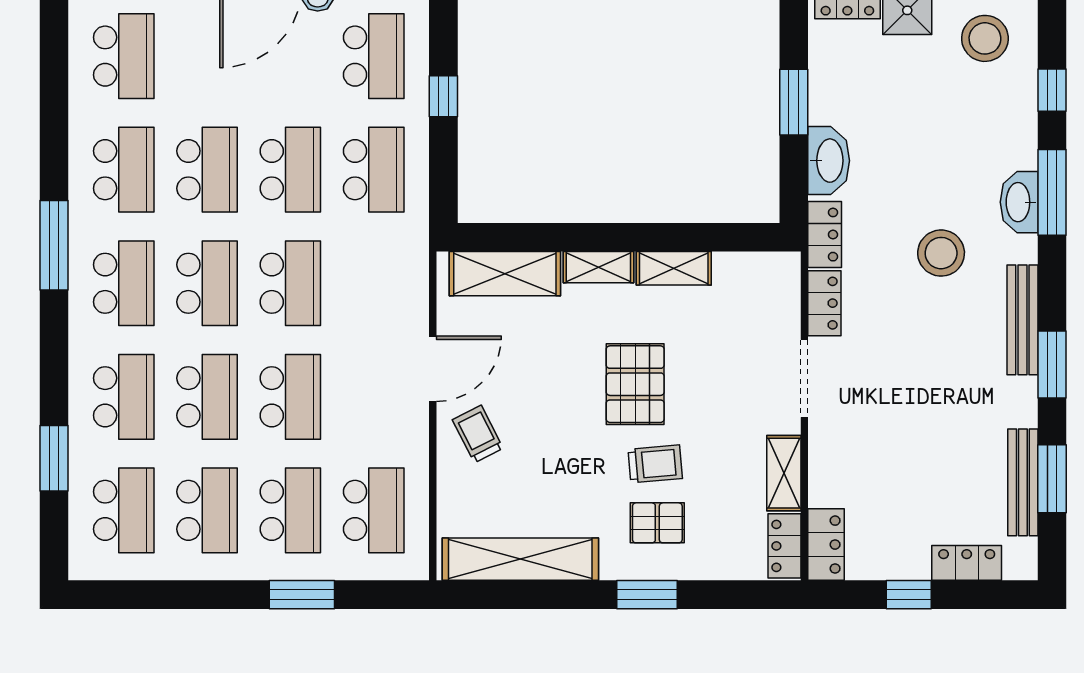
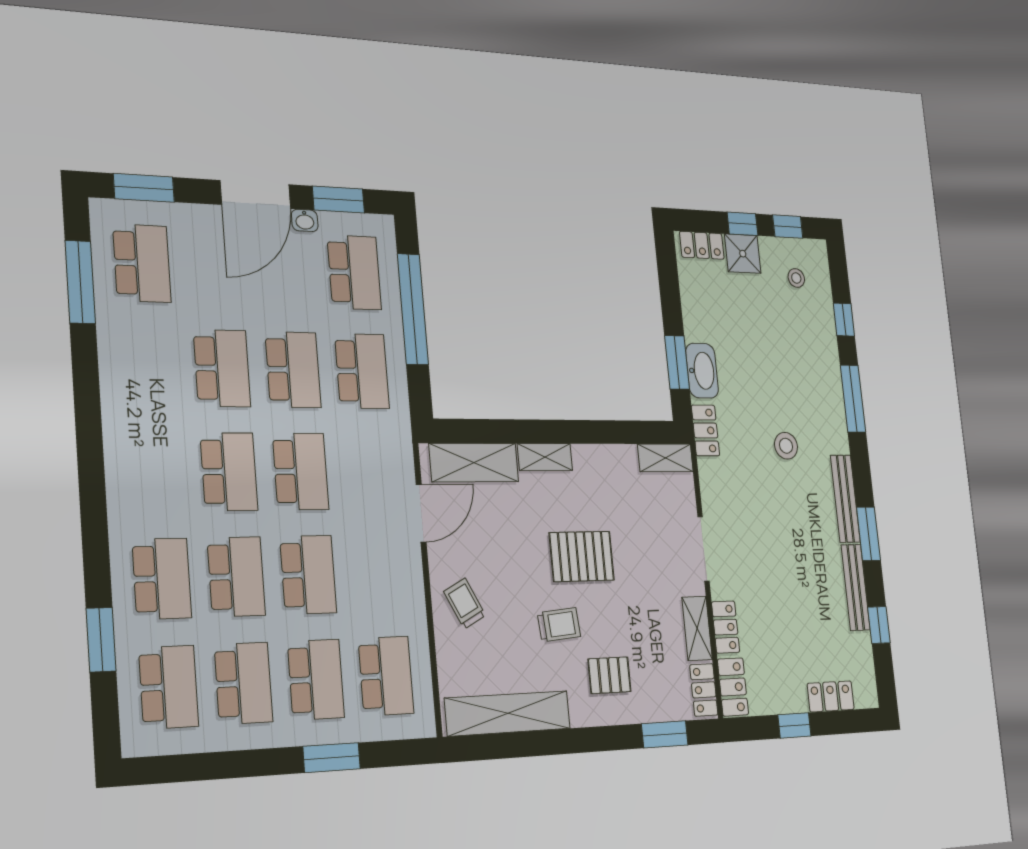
stool: (985, 38) -> (796, 278), width x0.53, depth x0.53
window: (443, 96) -> (413, 309), width x3.17
window: (794, 102) -> (677, 362), moved
school desk: (124, 170) -> (148, 367), removed
washbasin: (1019, 202) -> (833, 406), removed
window: (54, 245) -> (80, 282), moved
stool: (941, 253) -> (786, 446), width x0.73, depth x0.73
shelving: (674, 268) -> (665, 458), moved
school desk: (124, 283) -> (155, 472), removed
locker: (824, 303) -> (726, 627), moved
door: (433, 369) -> (421, 513), moved
pallet: (635, 384) -> (582, 556), turned 90
trolley: (655, 464) -> (559, 625), moved
window: (1052, 479) -> (879, 625), width x0.67
bench: (1023, 482) -> (856, 587), moved
window: (647, 595) -> (665, 734), moved

